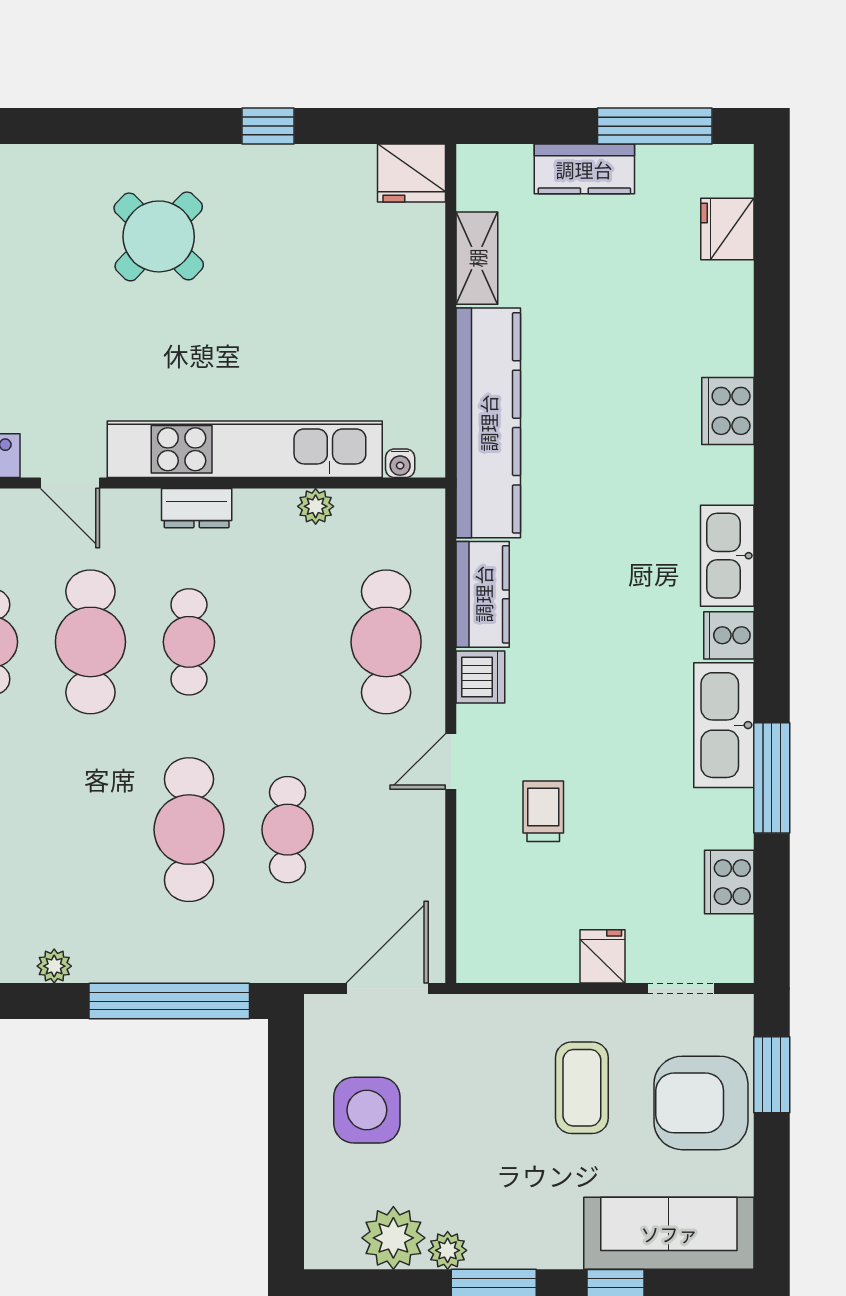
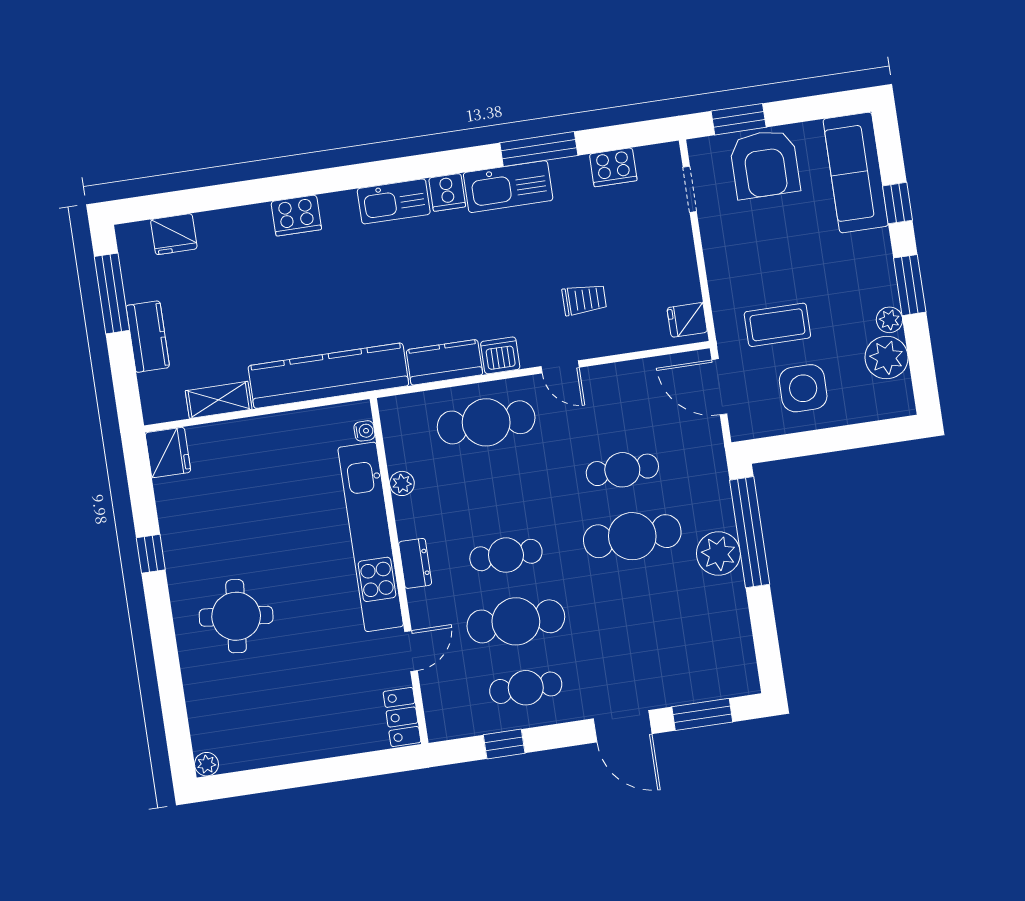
round table: (159, 236) -> (236, 616), turned -38
trolley: (543, 811) -> (584, 300), turned 180
fridge: (602, 956) -> (687, 320), moved
plant: (54, 966) -> (718, 554), moved, width x1.88, depth x1.88
coffee table: (582, 1088) -> (777, 325), moved

